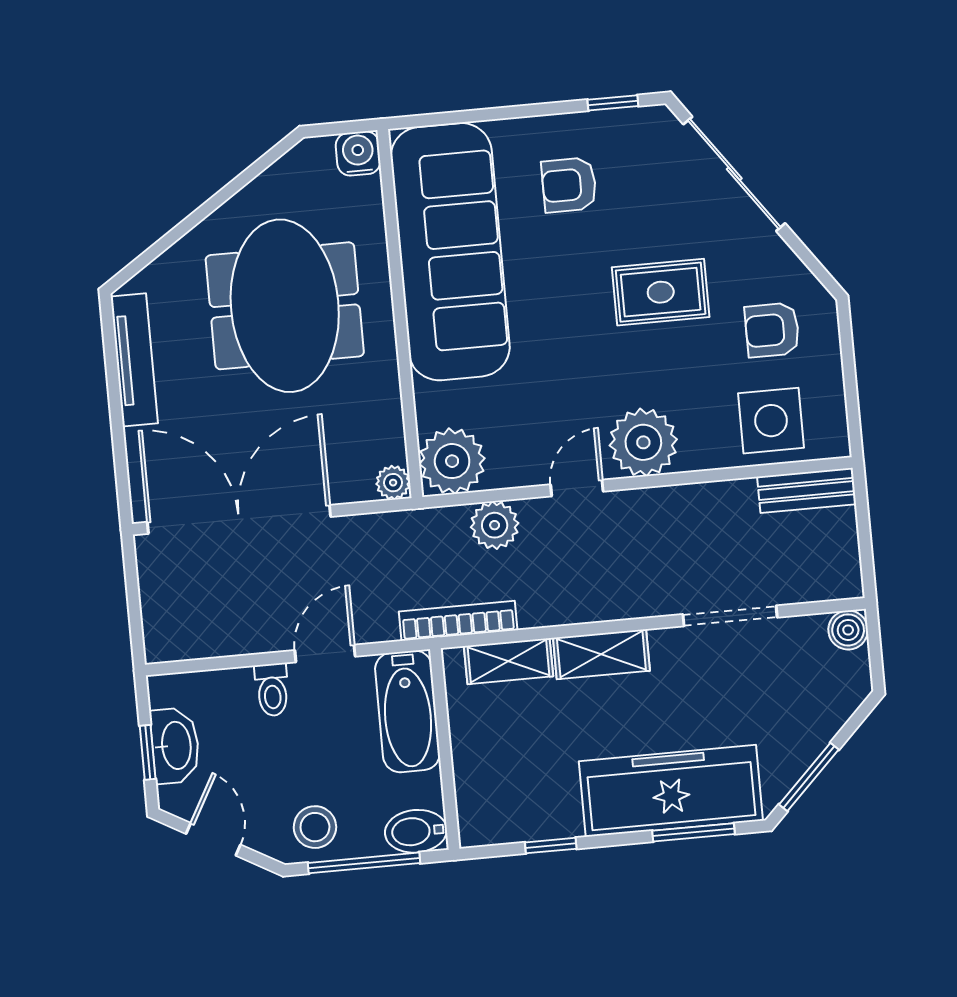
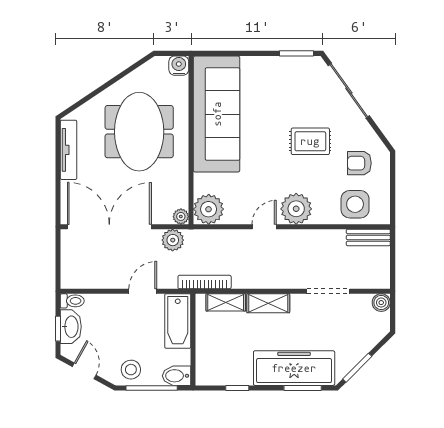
window: (613, 103) -> (297, 53), width x1.50
armchair: (569, 185) -> (273, 89), removed
plant: (495, 525) -> (173, 240), moved
toilet: (272, 690) -> (72, 301), moved, turned -90

